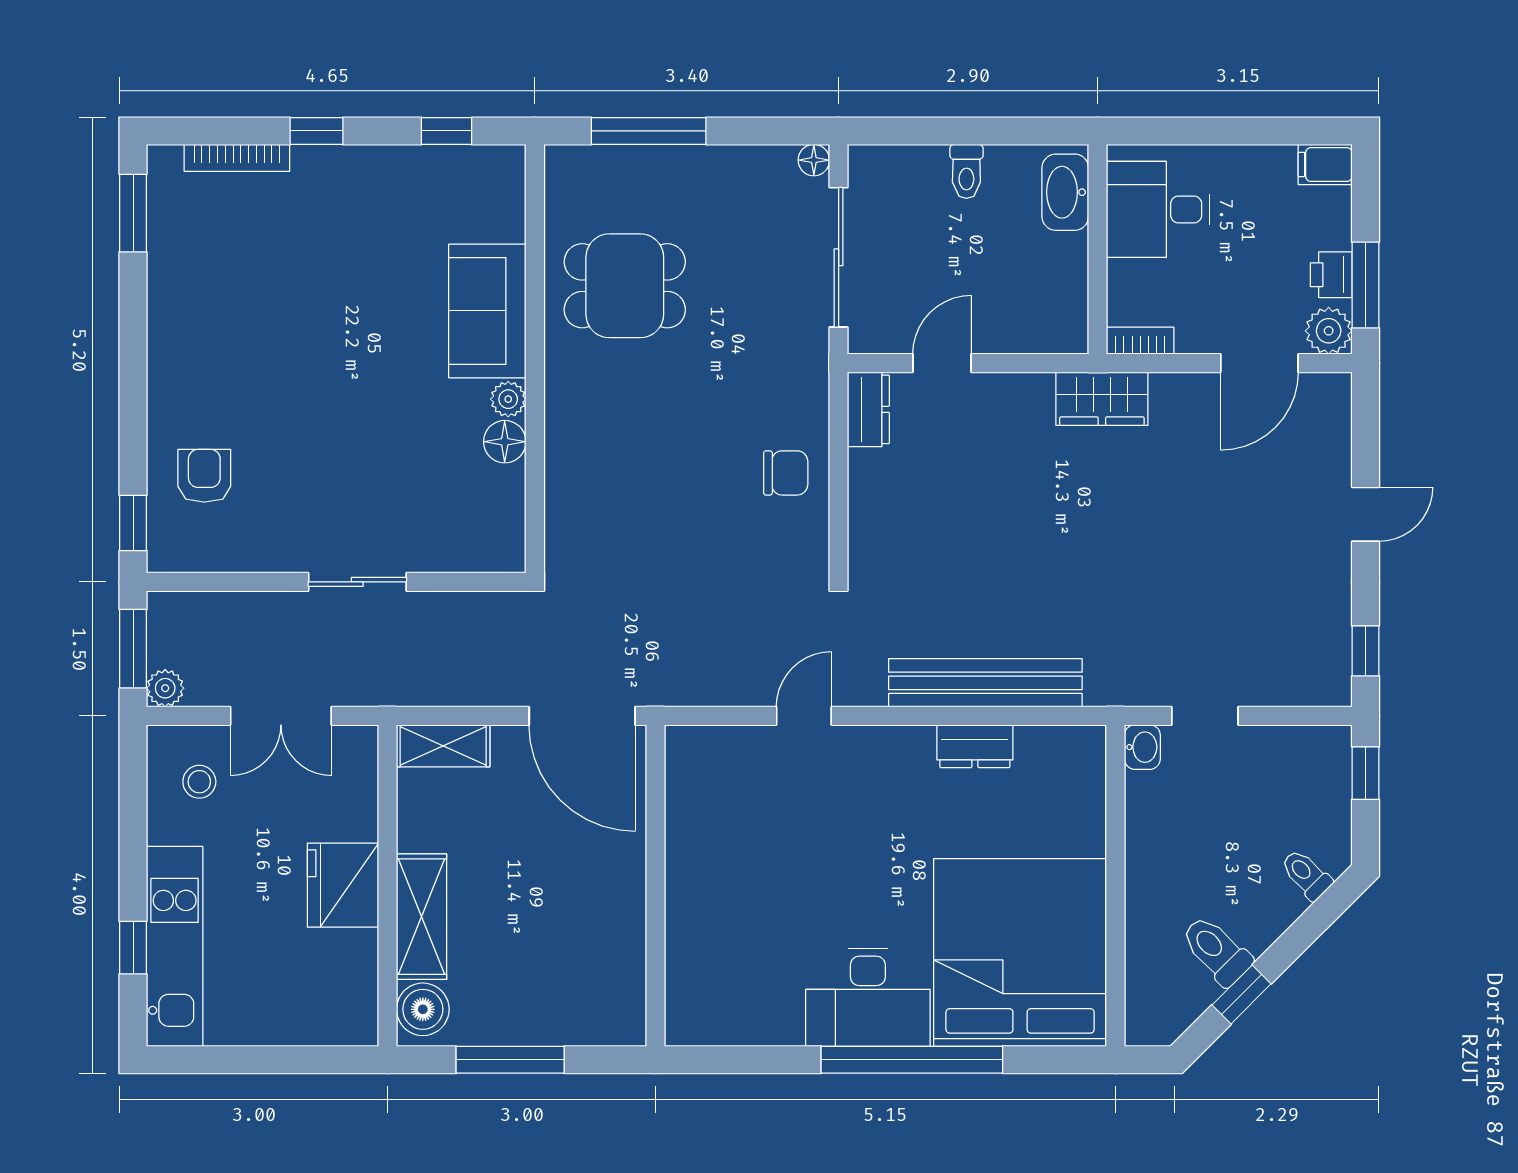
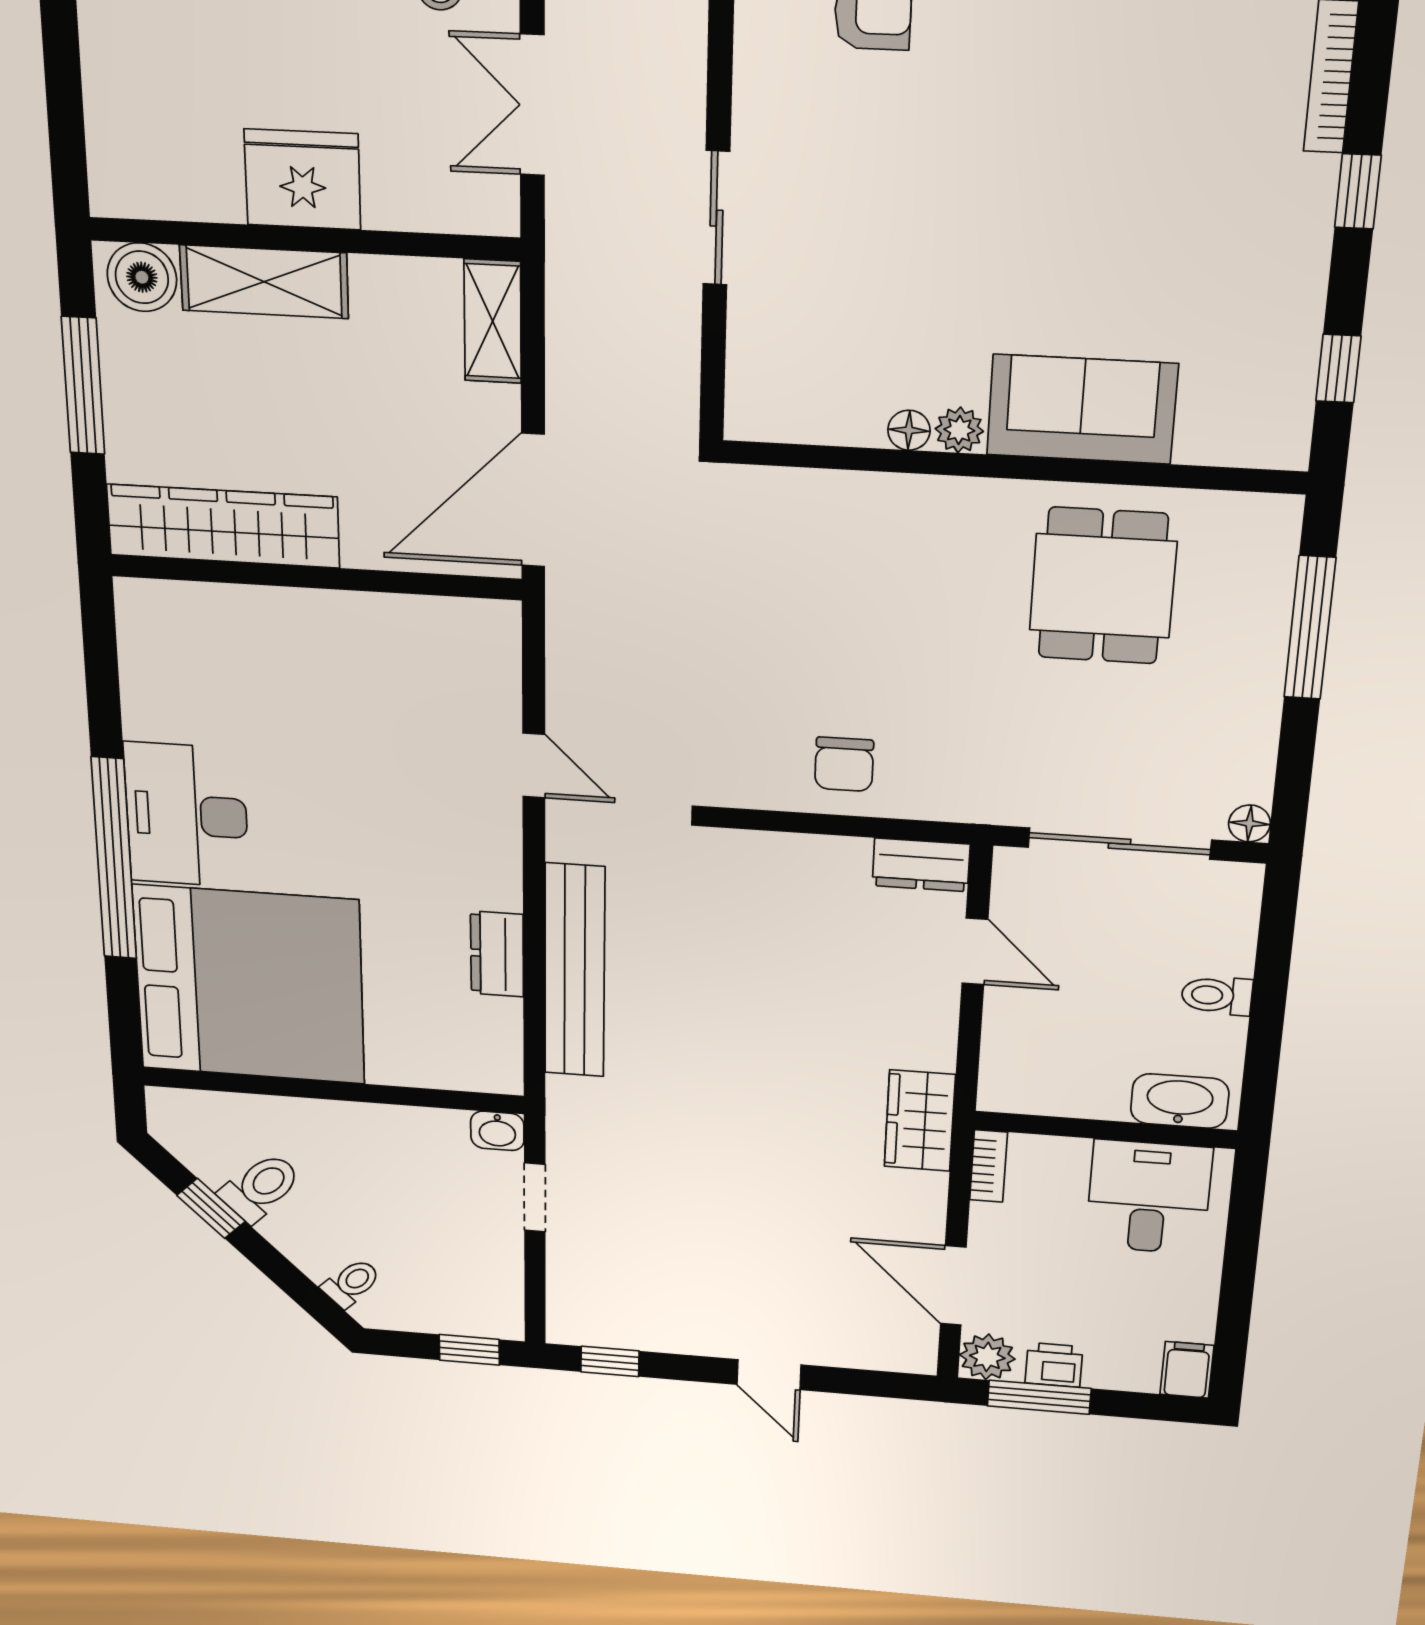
floor lamp: (505, 442) -> (909, 430), width x0.73, depth x0.73
wardrobe: (617, 956) -> (223, 526), added

